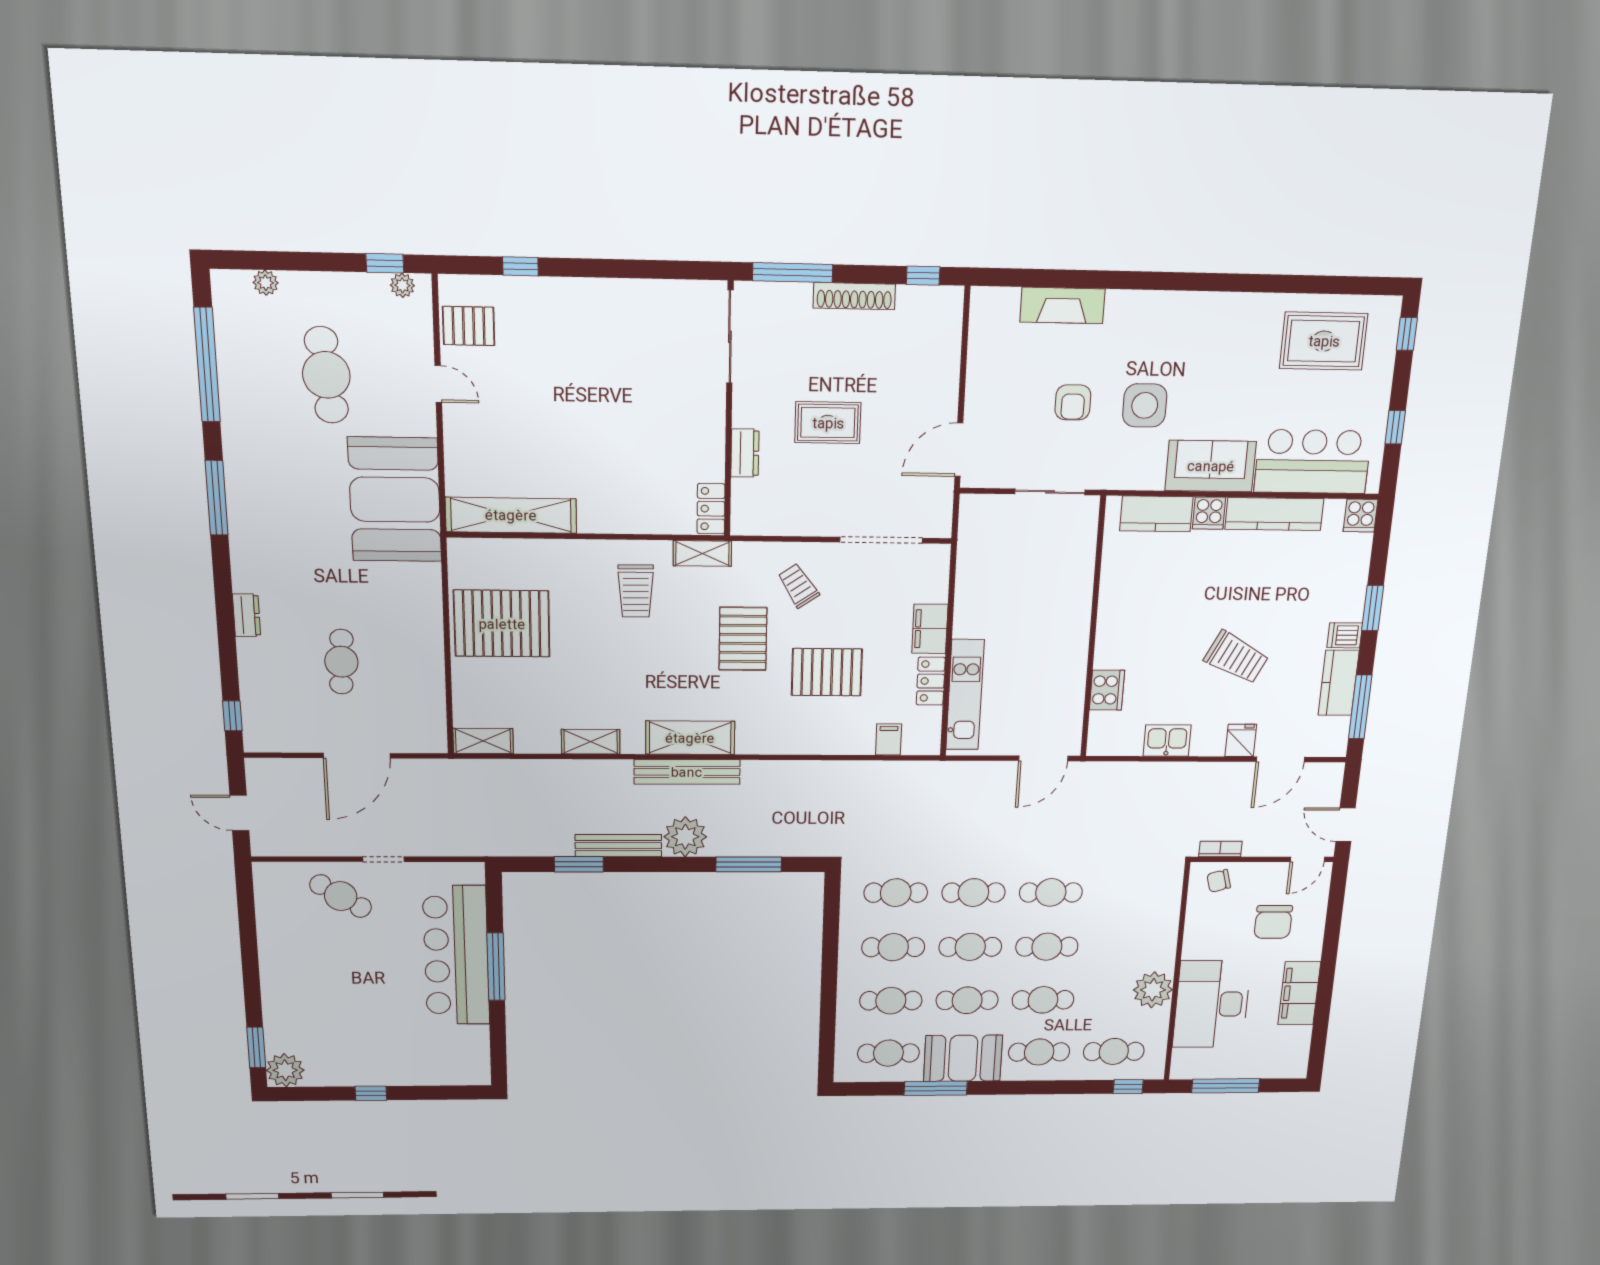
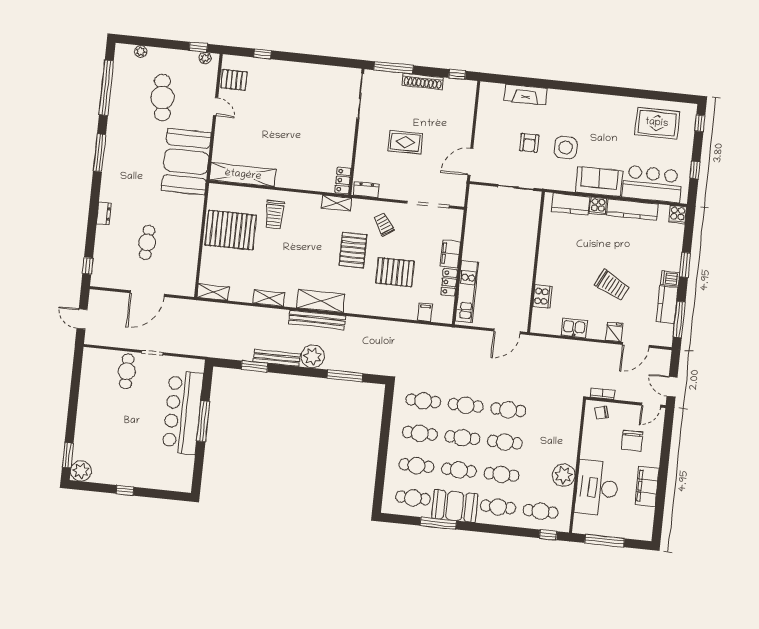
dresser: (745, 453) -> (366, 190), moved, turned -90
trolley: (636, 591) -> (274, 215), moved
cafe table: (341, 896) -> (127, 371), turned 57

